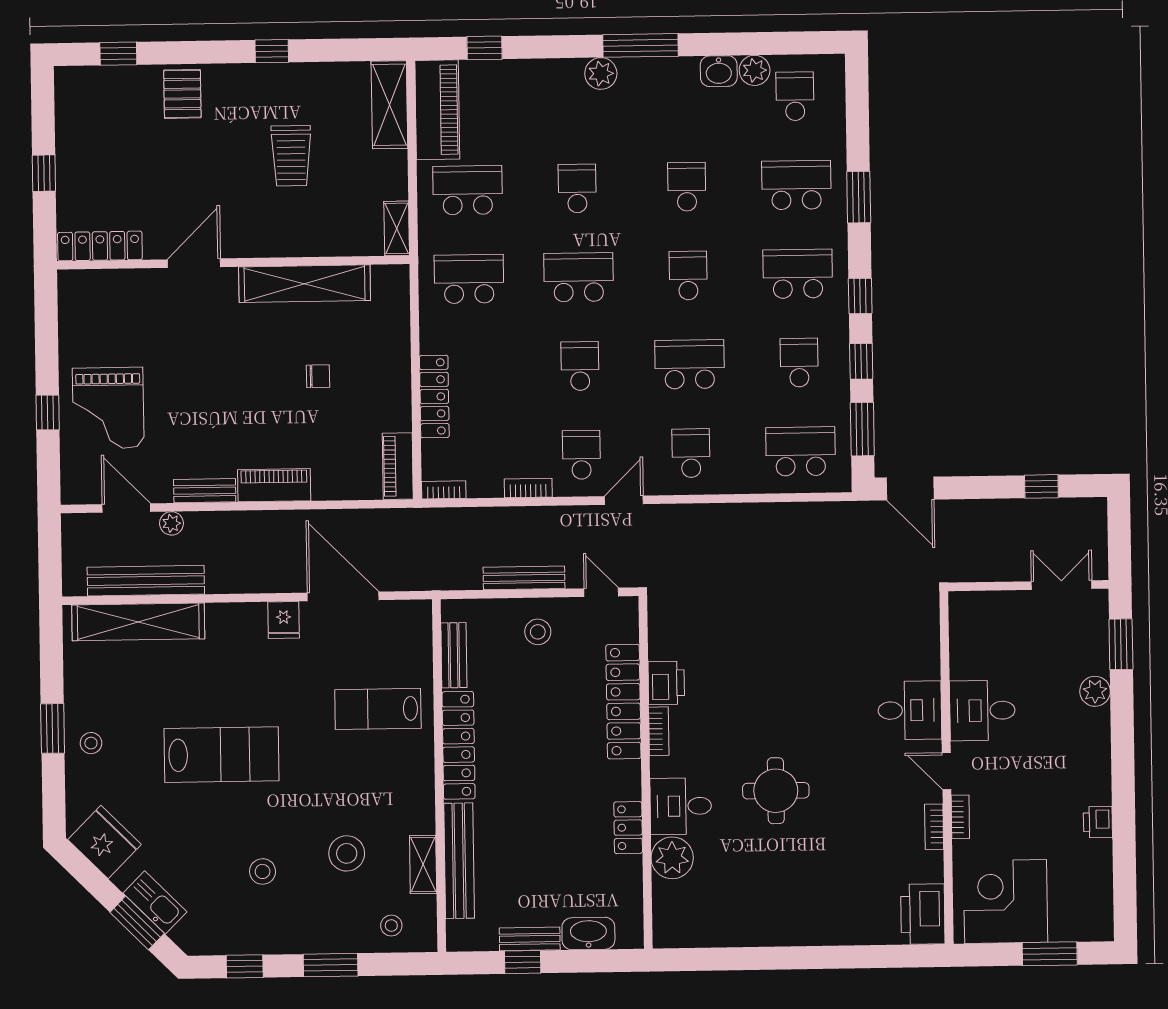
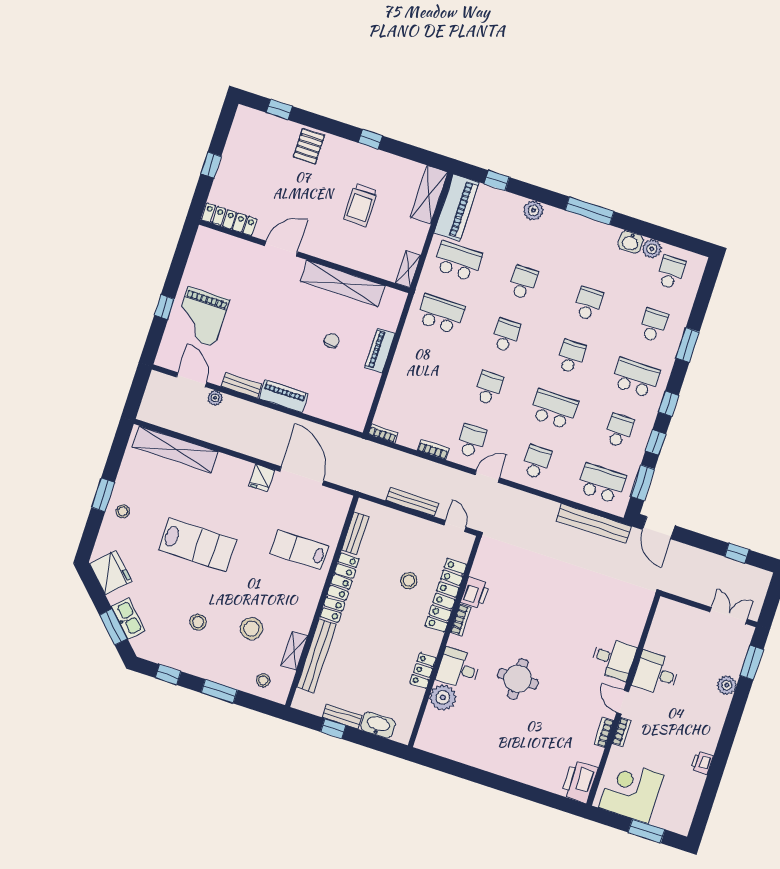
plant: (601, 73) -> (533, 211), moved
school desk: (796, 185) -> (653, 325), width x0.54
school desk: (579, 277) -> (506, 335), width x0.54
chair: (318, 376) -> (332, 341), turned -90
locker: (434, 396) -> (396, 376), removed
piano: (398, 466) -> (380, 351), moved
bench: (146, 581) -> (594, 523), moved
stool: (538, 632) -> (409, 581), moved

